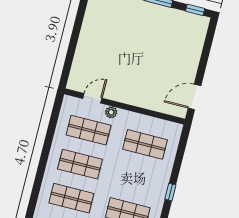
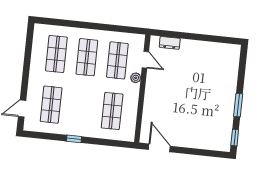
dresser: (77, 68) -> (170, 43), added

